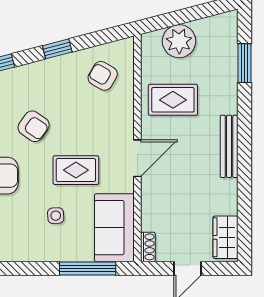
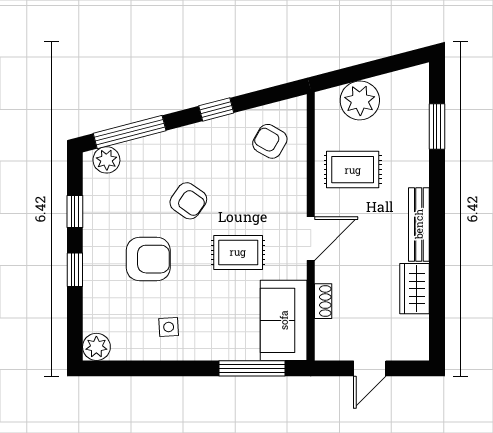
side table: (56, 216) -> (169, 327), moved
wardrobe: (225, 237) -> (415, 289), moved
shoe rack: (148, 247) -> (323, 301), moved

